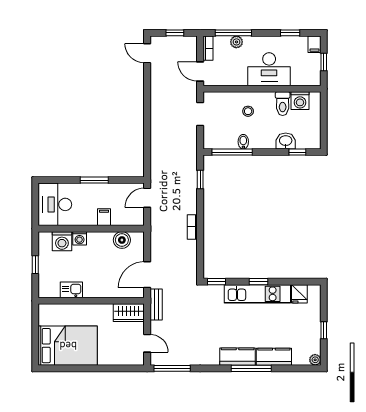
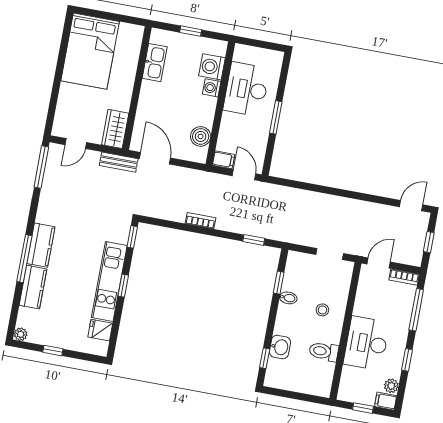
window: (290, 33) -> (407, 360), moved
plant: (236, 42) -> (391, 386), moved
washing machine: (300, 101) -> (324, 372), removed
window: (232, 152) -> (279, 283), width x0.46
desk: (55, 204) -> (246, 89), moved, turned -90
filing cabinet: (104, 217) -> (224, 160), moved
kitchen sink: (71, 290) -> (155, 63), width x1.38

